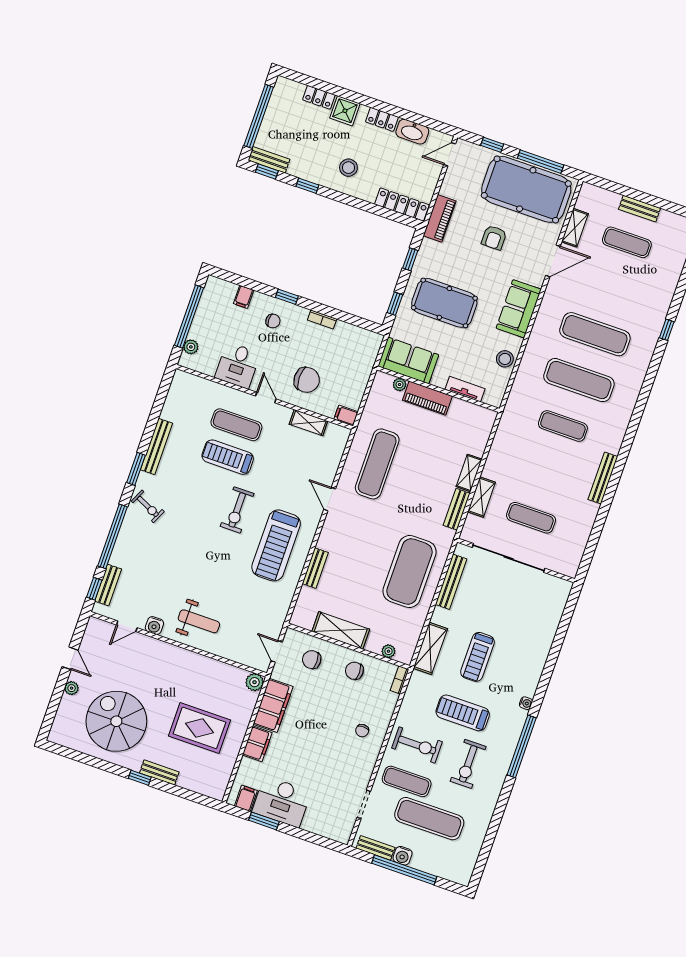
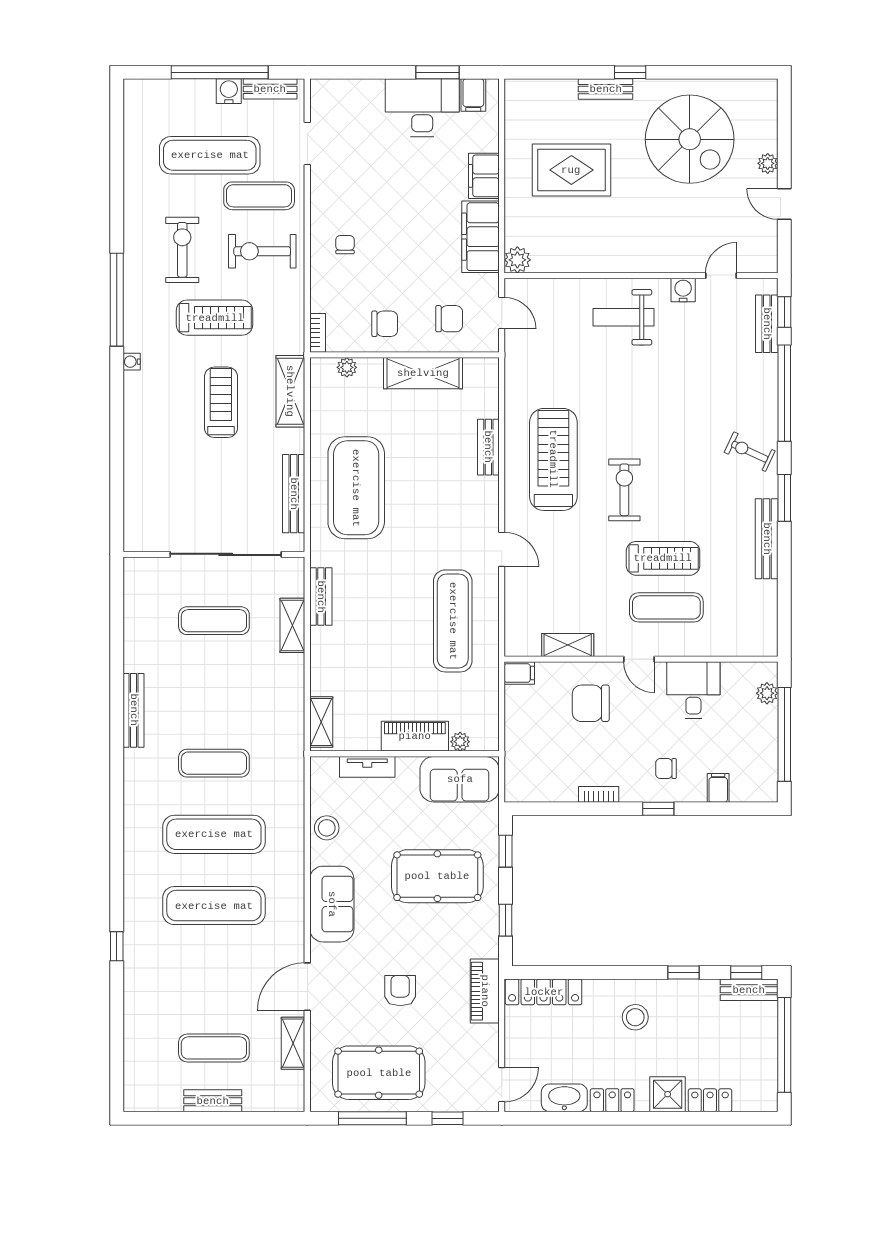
pool table: (526, 189) -> (379, 1073), width x0.73, depth x0.76
shelving: (469, 473) -> (321, 722), moved

